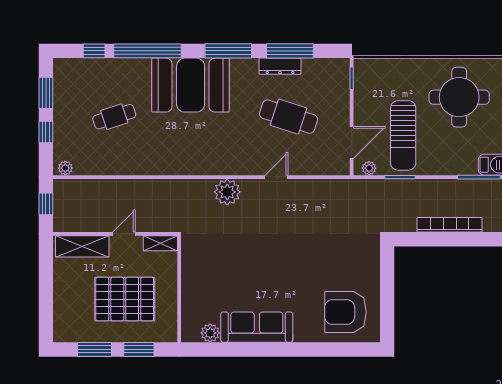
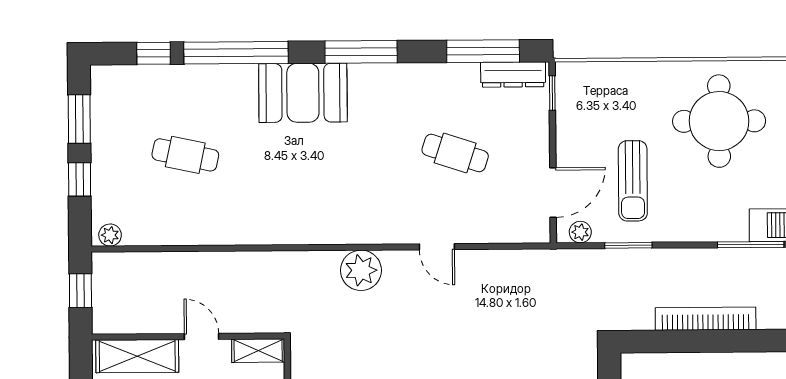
window: (290, 51) -> (483, 51), moved
dresser: (280, 66) -> (513, 74), moved
booth: (191, 85) -> (303, 93), width x0.73, depth x0.70
cafe table: (114, 117) -> (185, 155), turned 30
cafe table: (289, 117) -> (455, 153), width x0.73, depth x0.74
sun lounger: (403, 135) -> (633, 181), width x0.73, depth x0.75
door: (276, 177) -> (437, 247), swing flipped
door: (124, 234) -> (202, 336), hinge flipped

